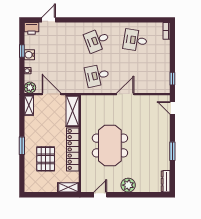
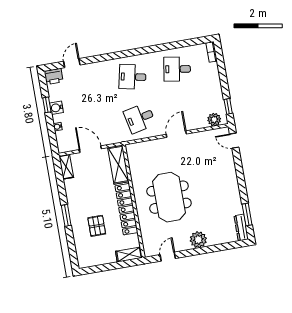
desk: (97, 40) -> (133, 77), turned 33
plant: (30, 88) -> (214, 120), moved
window: (172, 151) -> (247, 215), moved
pallet: (46, 159) -> (97, 226), width x0.67, depth x0.71

